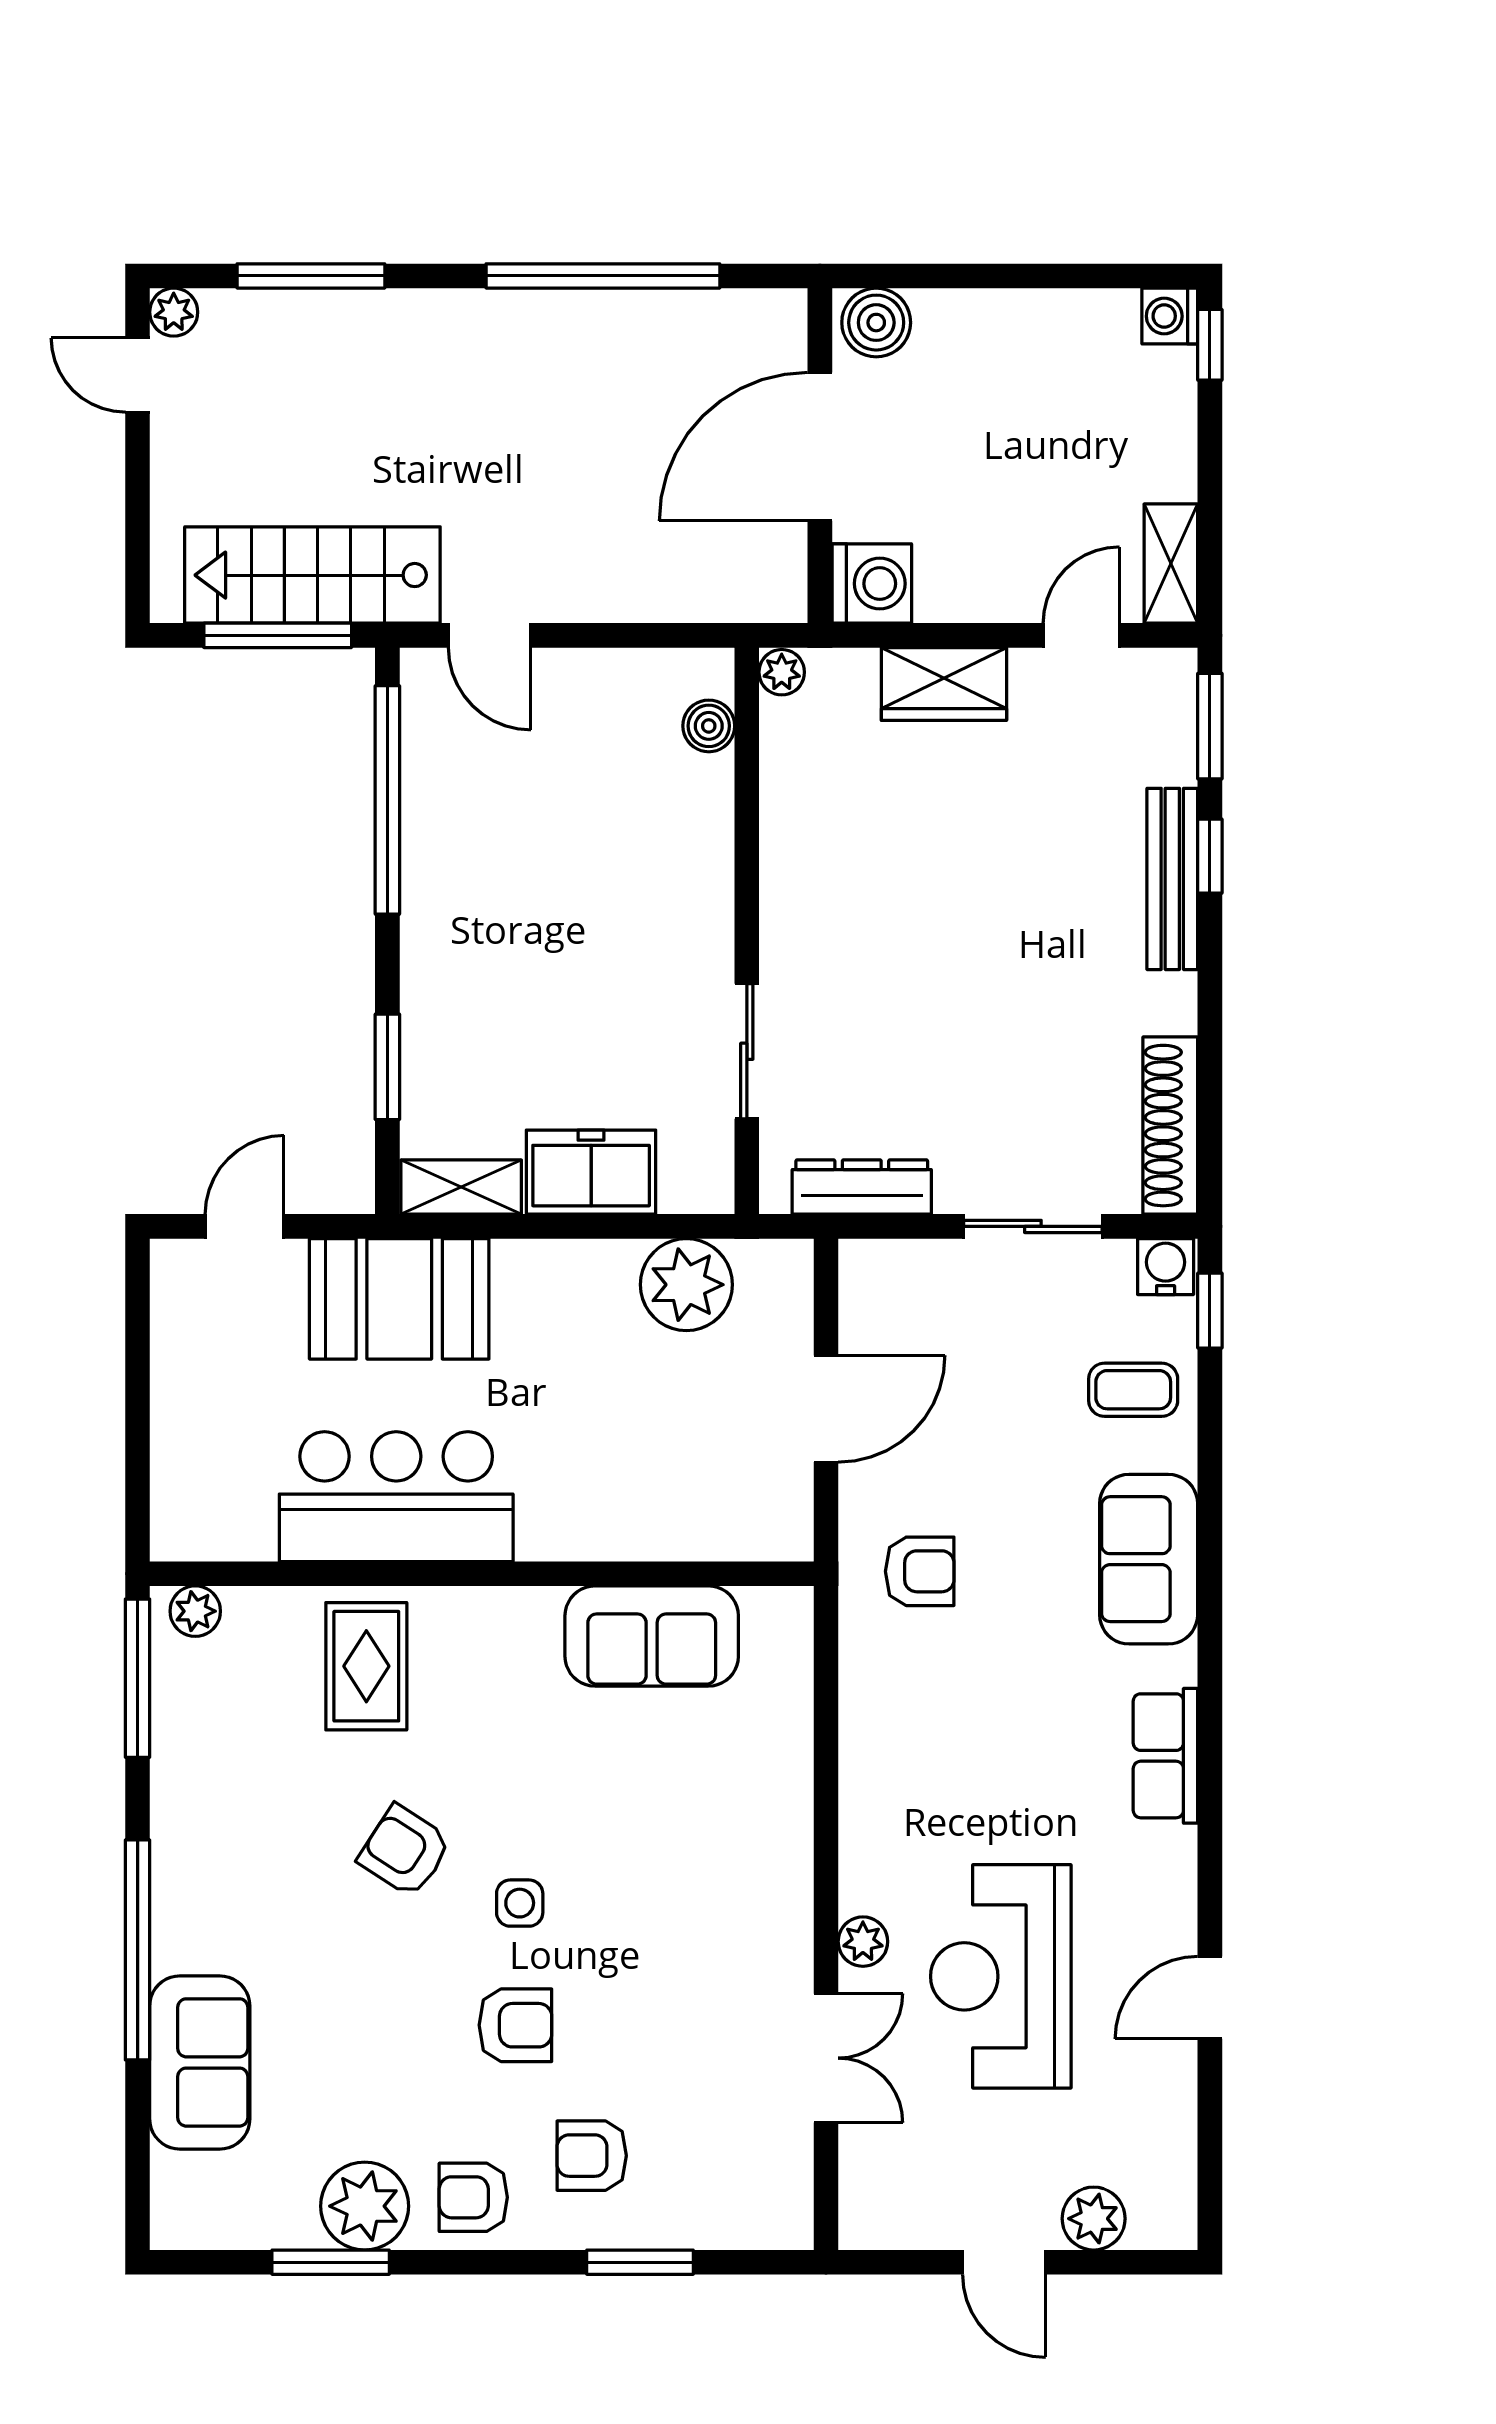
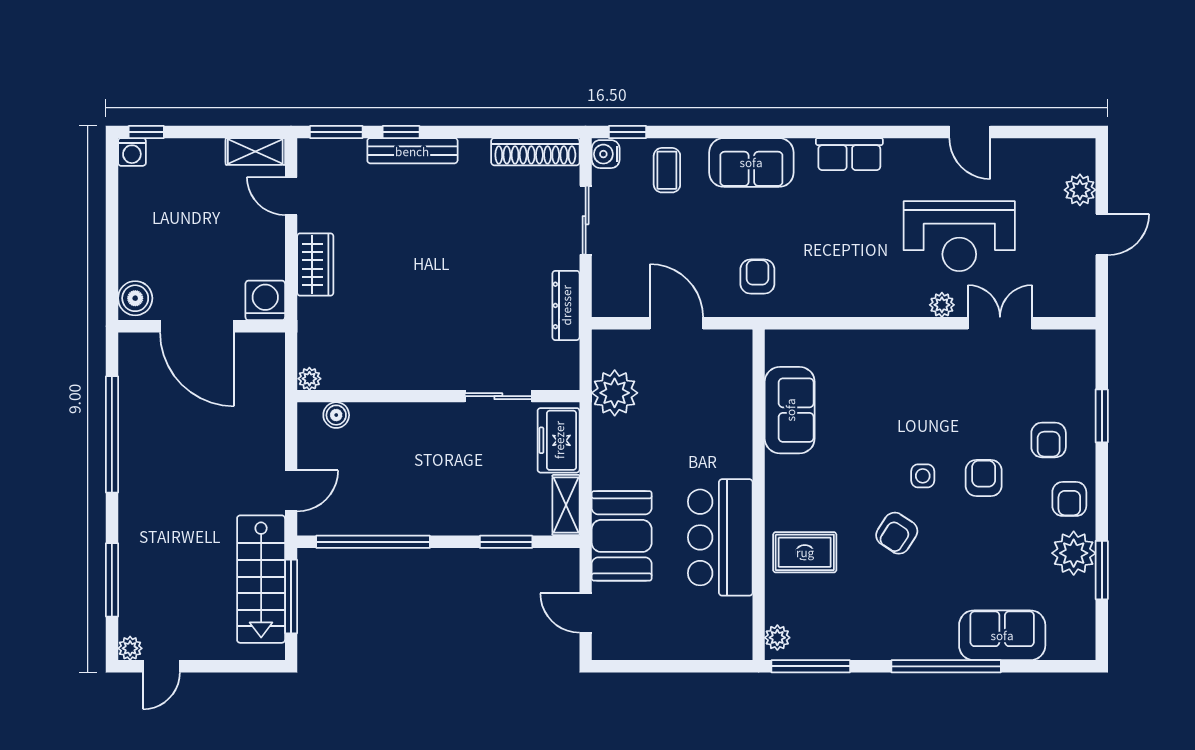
plant: (782, 672) -> (309, 379), moved
boiler: (709, 726) -> (336, 415), moved
wall: (747, 931) -> (438, 396), moved
sliding door: (747, 1051) -> (498, 396), moved

